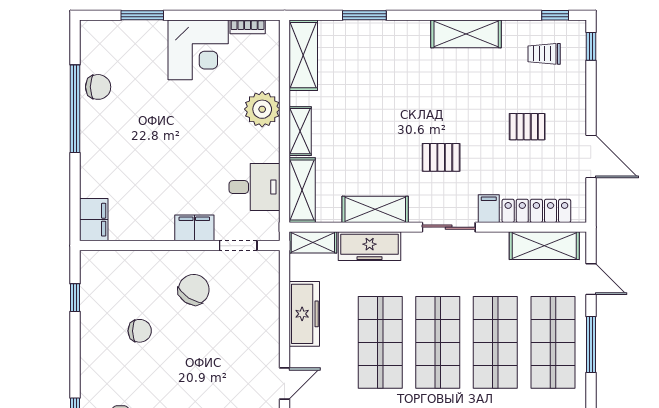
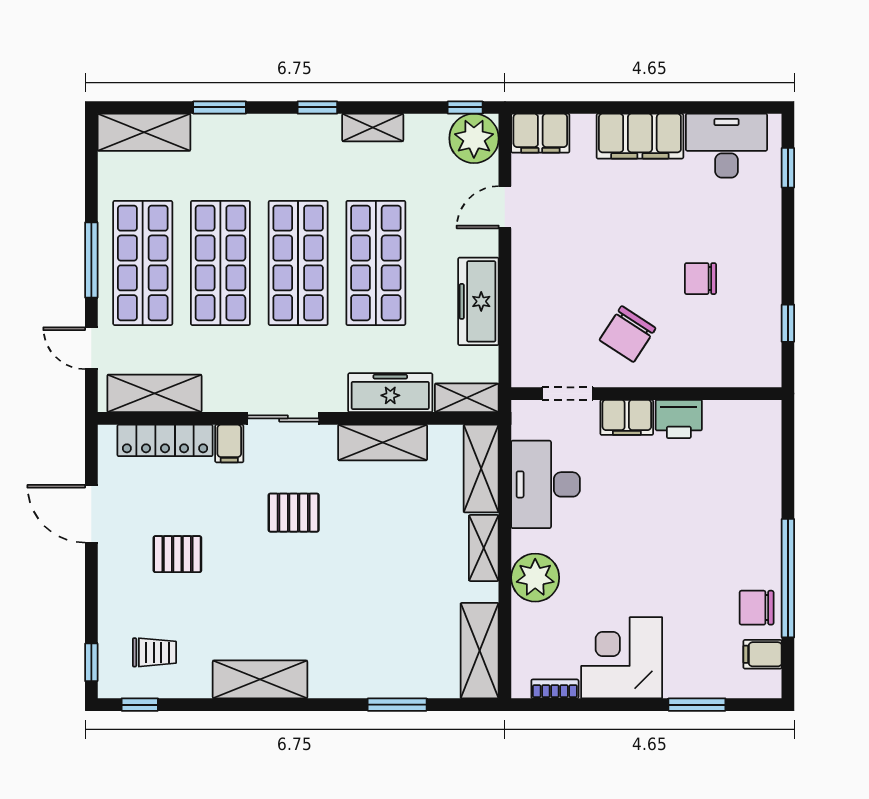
desk: (255, 187) -> (546, 484), width x1.37
filing cabinet: (94, 220) -> (763, 654), moved, width x0.50
printer: (156, 227) -> (679, 419), added

